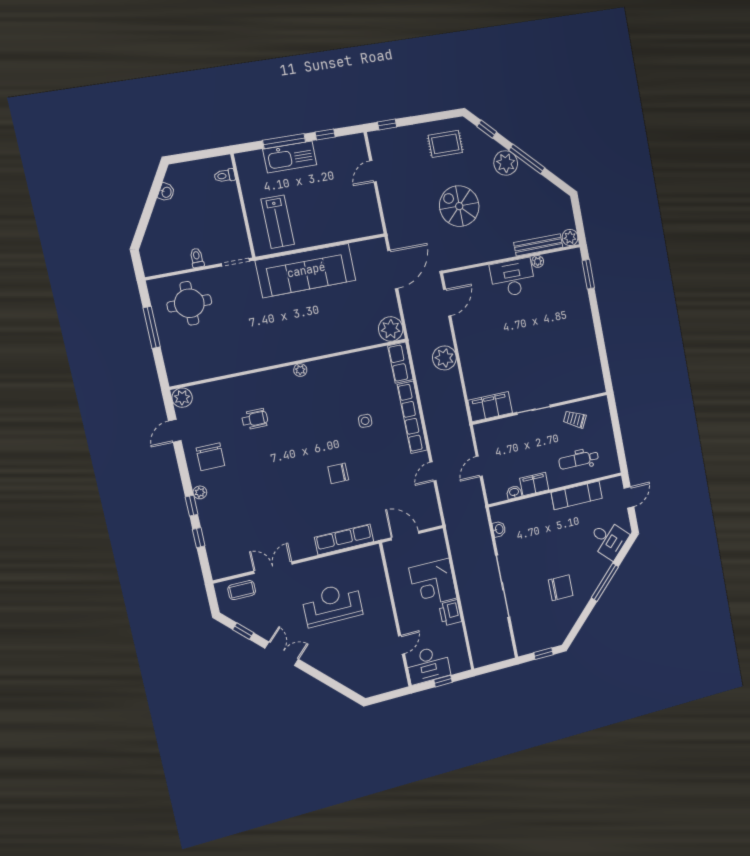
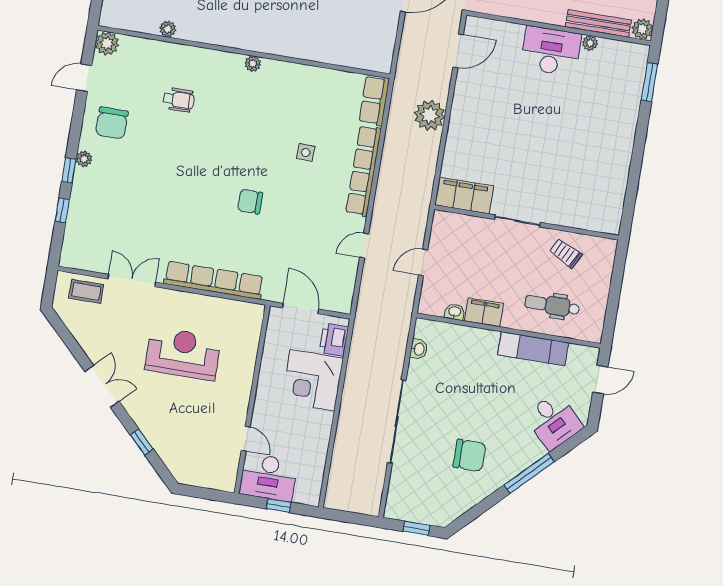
plant: (391, 329) -> (168, 29), moved, width x0.53, depth x0.53
row of seats: (344, 539) -> (214, 280), width x1.36
printer: (450, 613) -> (334, 340), moved
window: (243, 631) -> (142, 442), moved
door: (401, 645) -> (246, 439), hinge flipped

